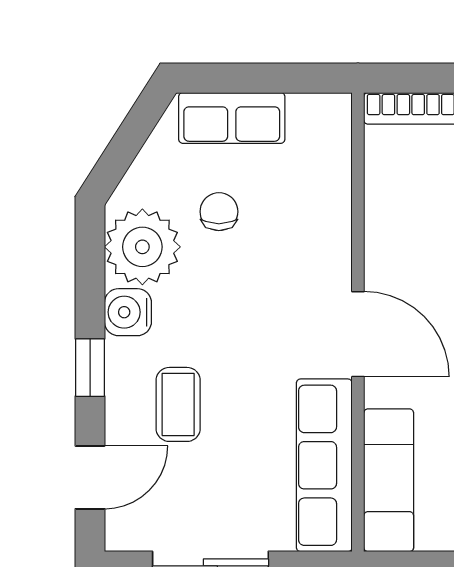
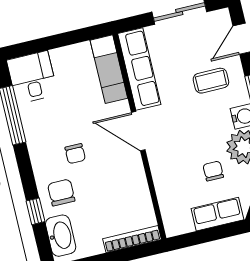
chair: (219, 212) -> (213, 171), turned 180
coffee table: (178, 404) -> (211, 81), turned 90

